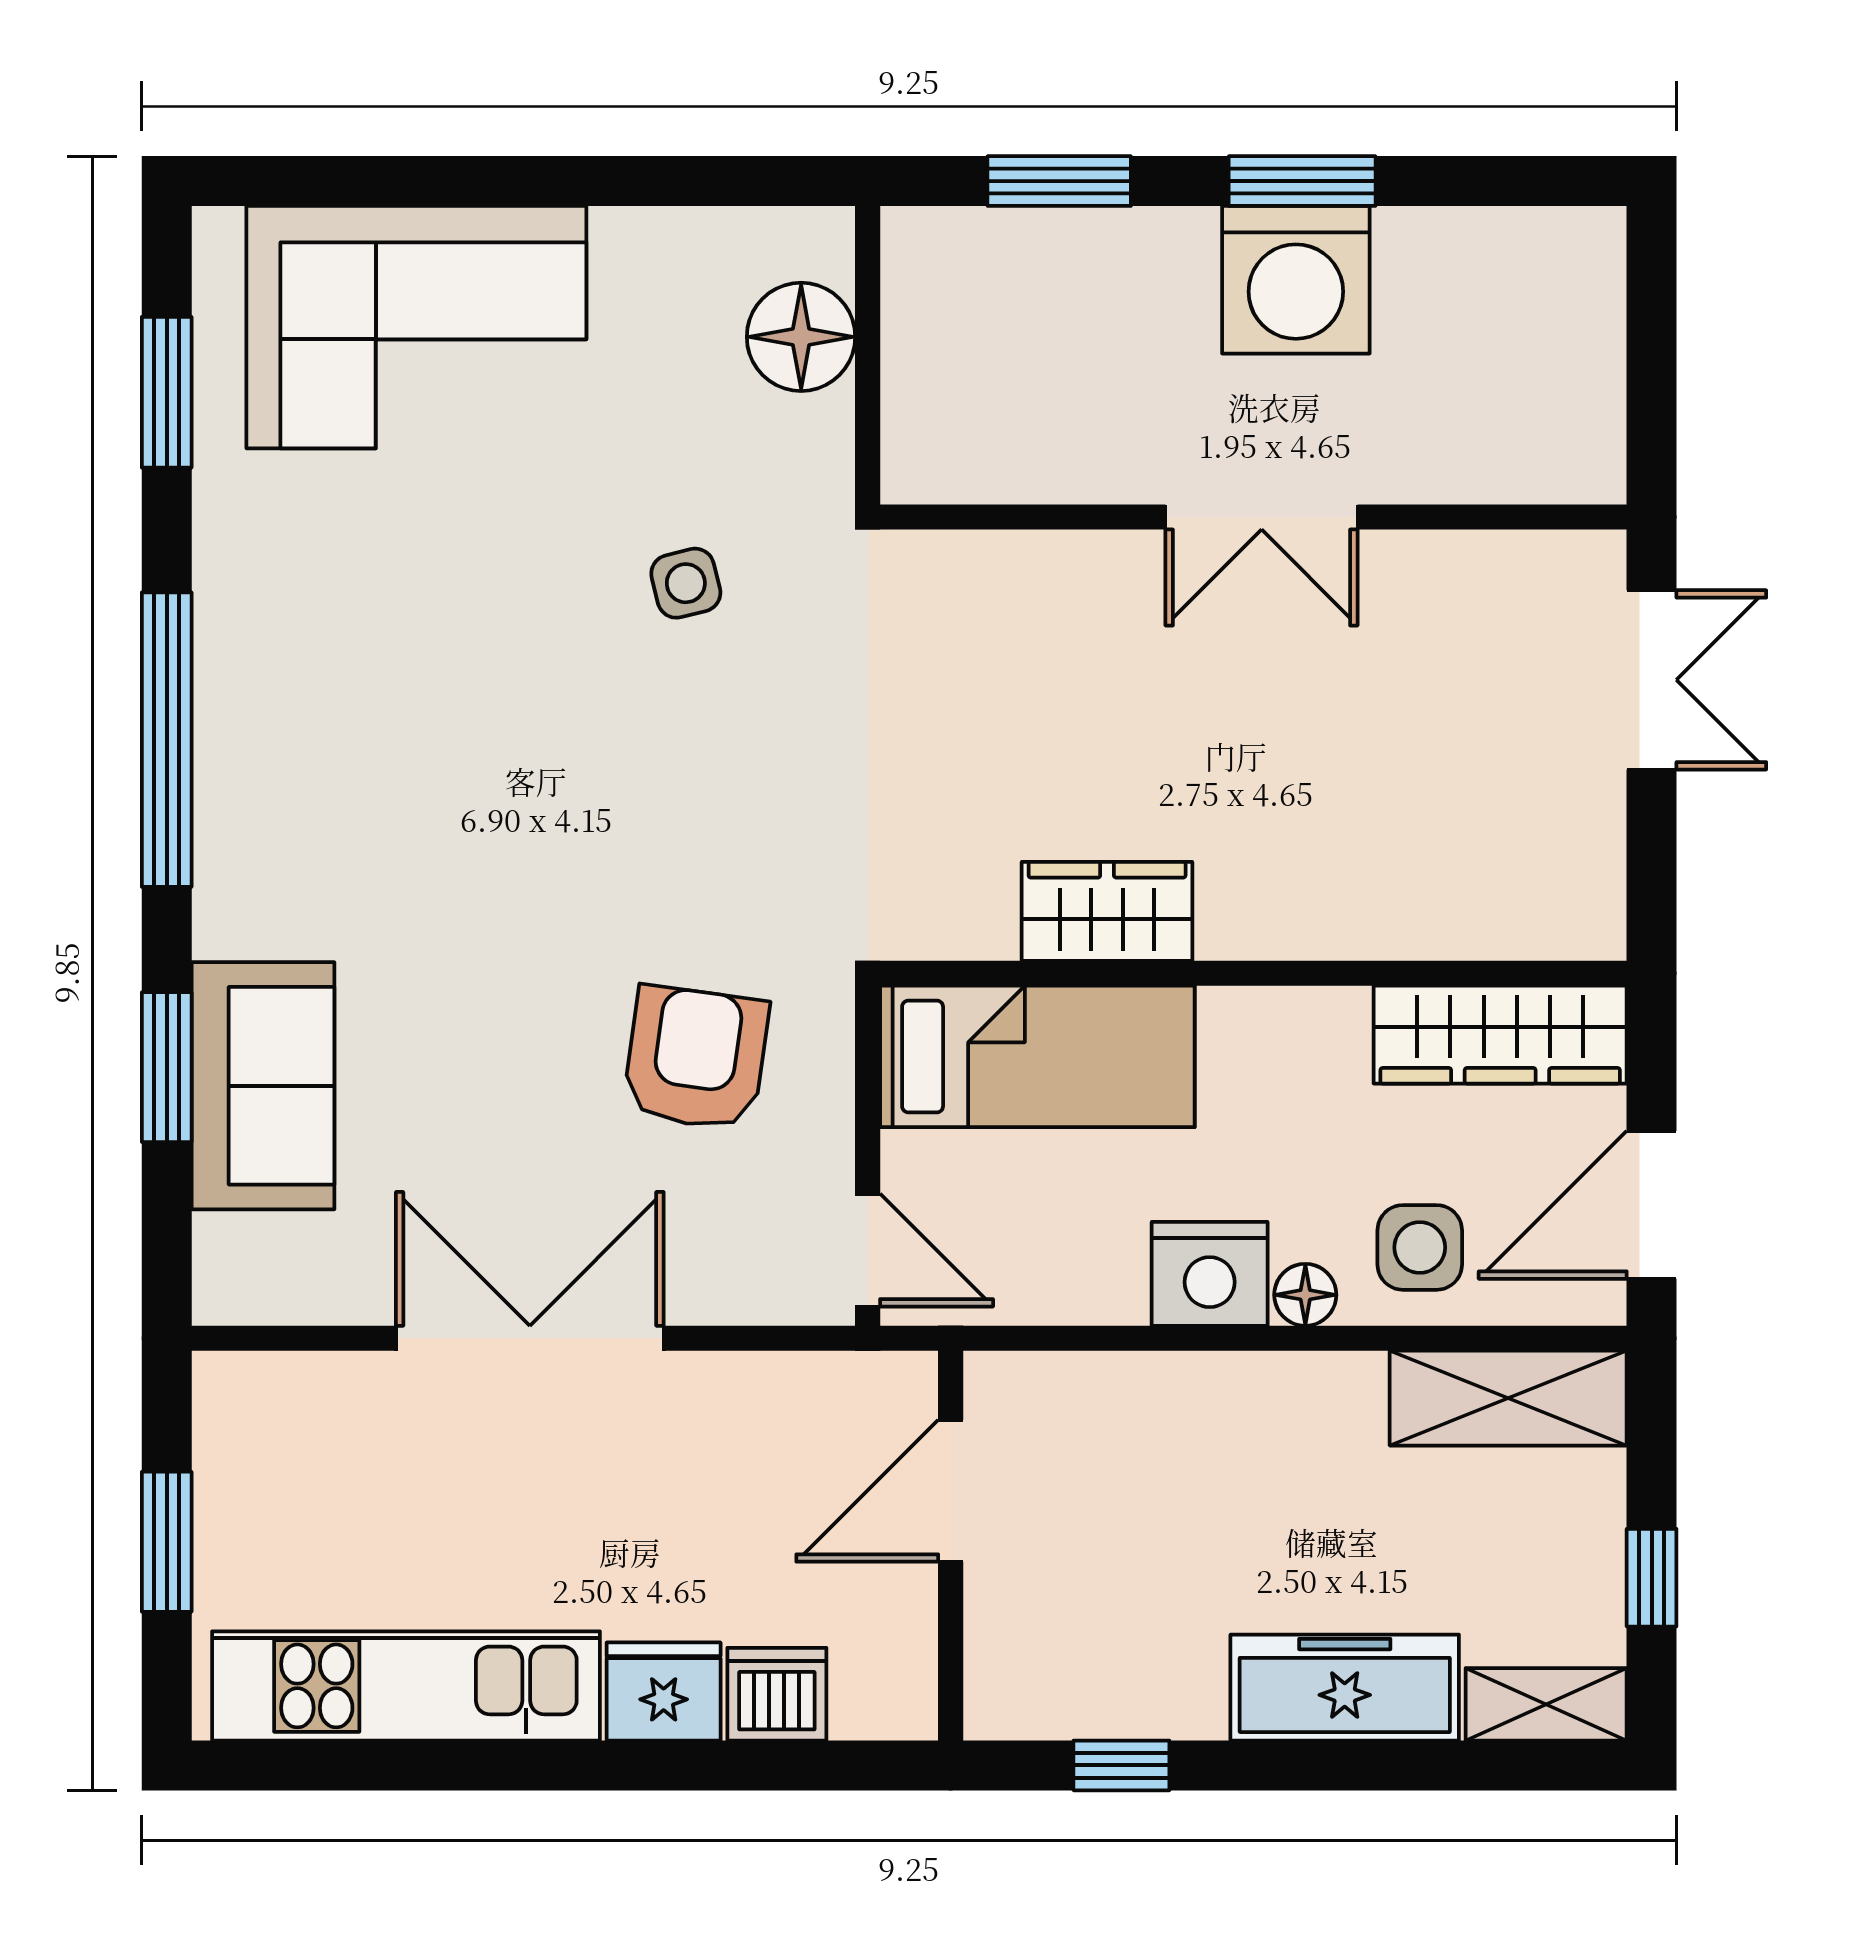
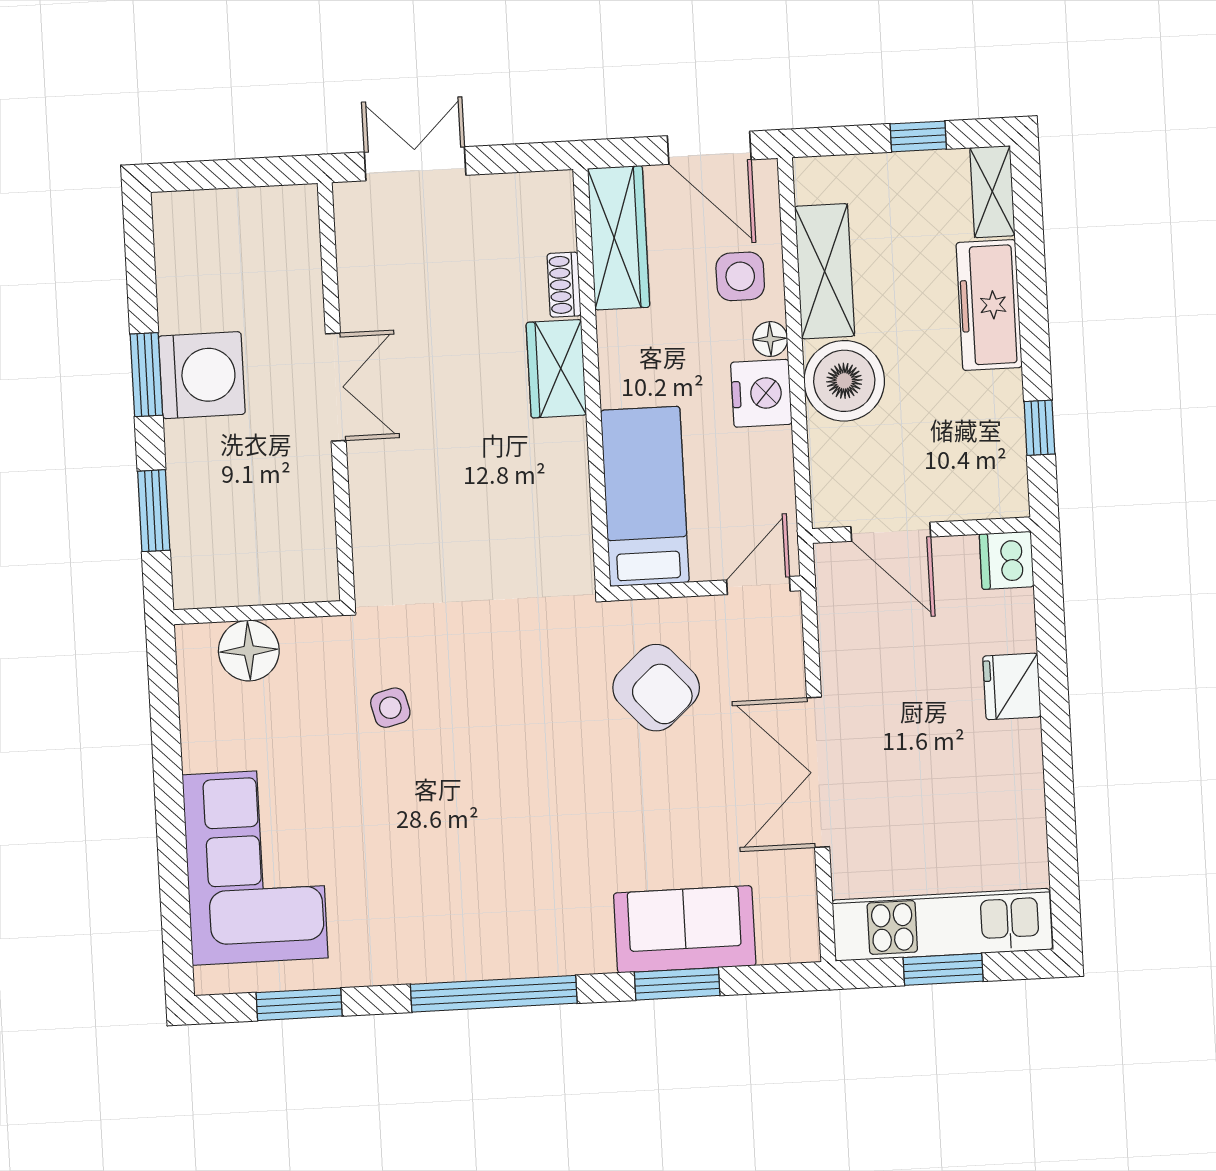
wardrobe: (1107, 911) -> (556, 369), moved
shoe rack: (1422, 933) -> (564, 285), added
armchair: (696, 1058) -> (656, 688), turned -140
shelving: (1508, 1398) -> (825, 271), moved
boiler: (1224, 1423) -> (844, 381), added
kitchen unit: (406, 1686) -> (942, 925), moved, turned 90
dishwasher: (777, 1694) -> (1007, 560), moved

